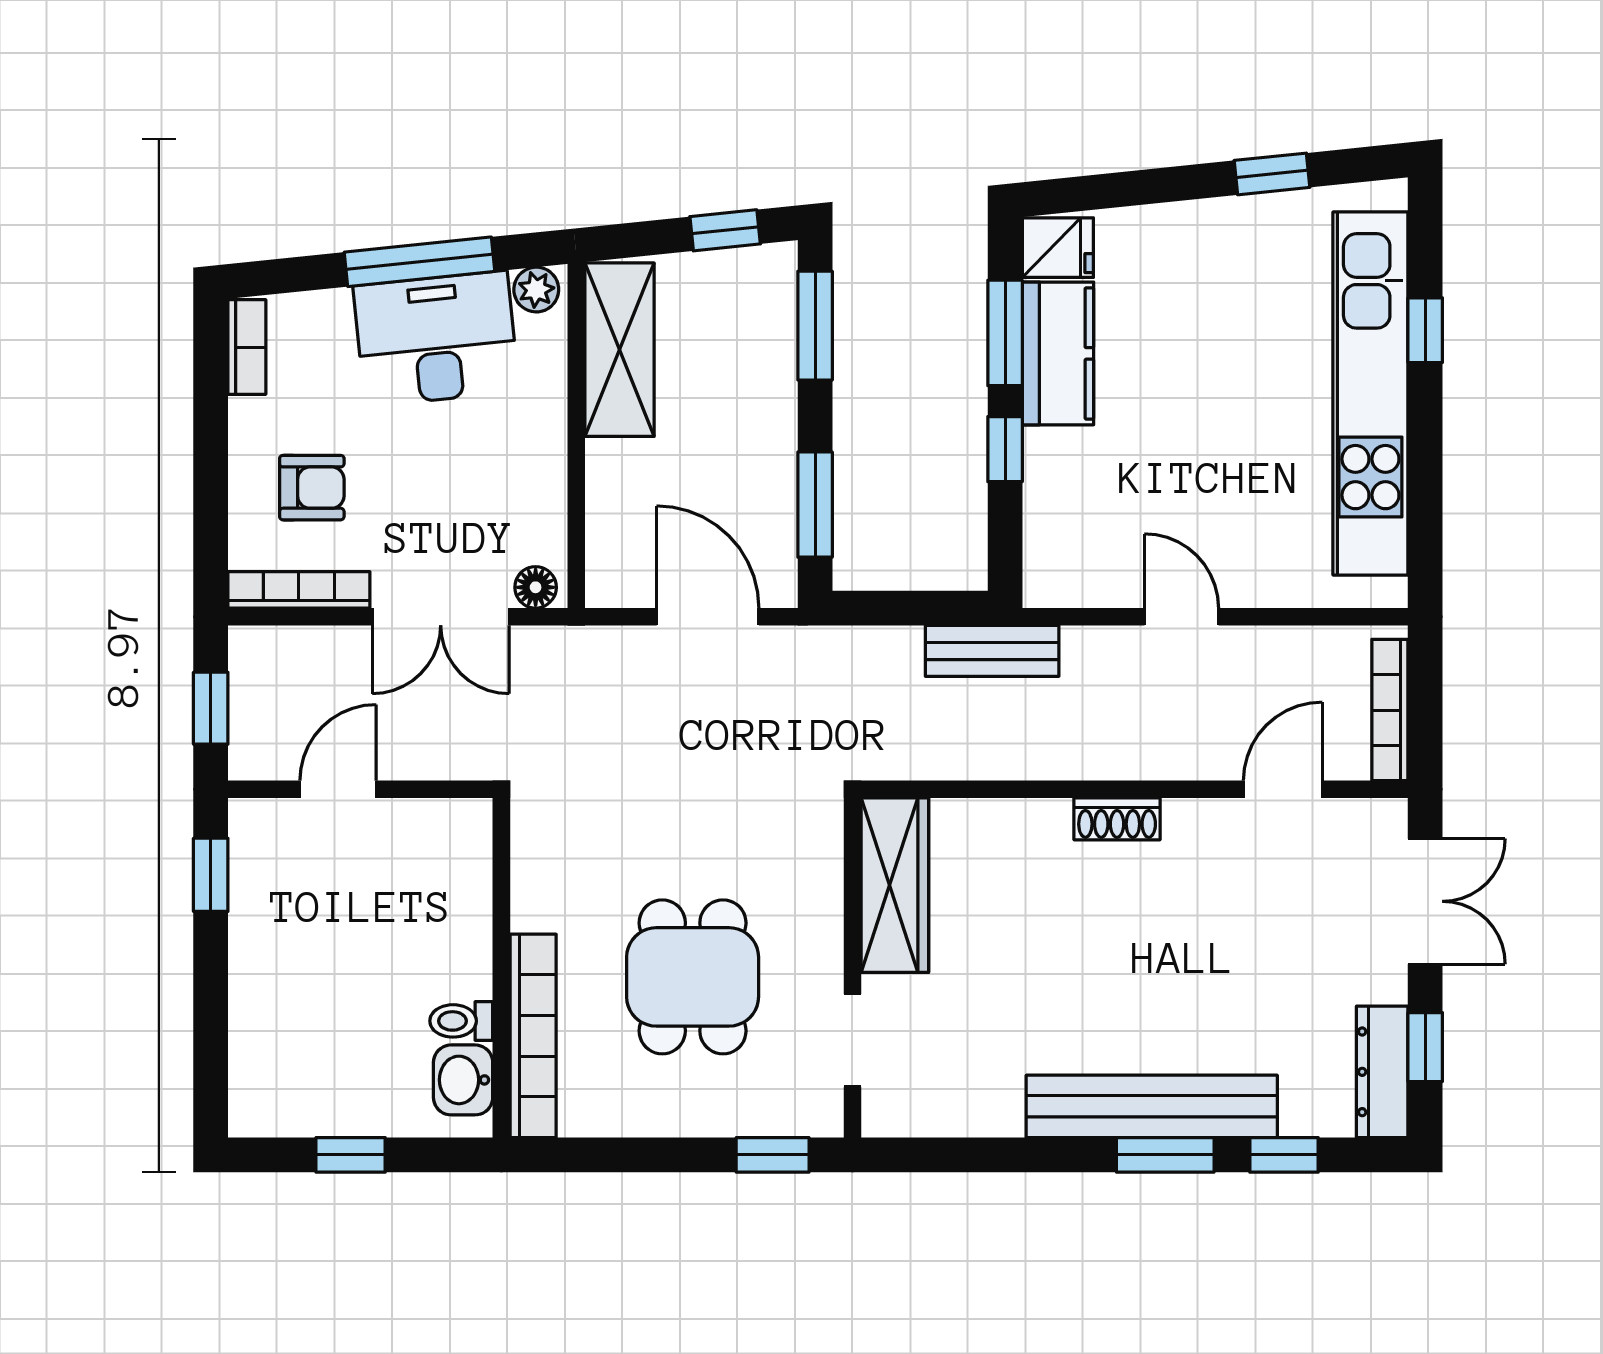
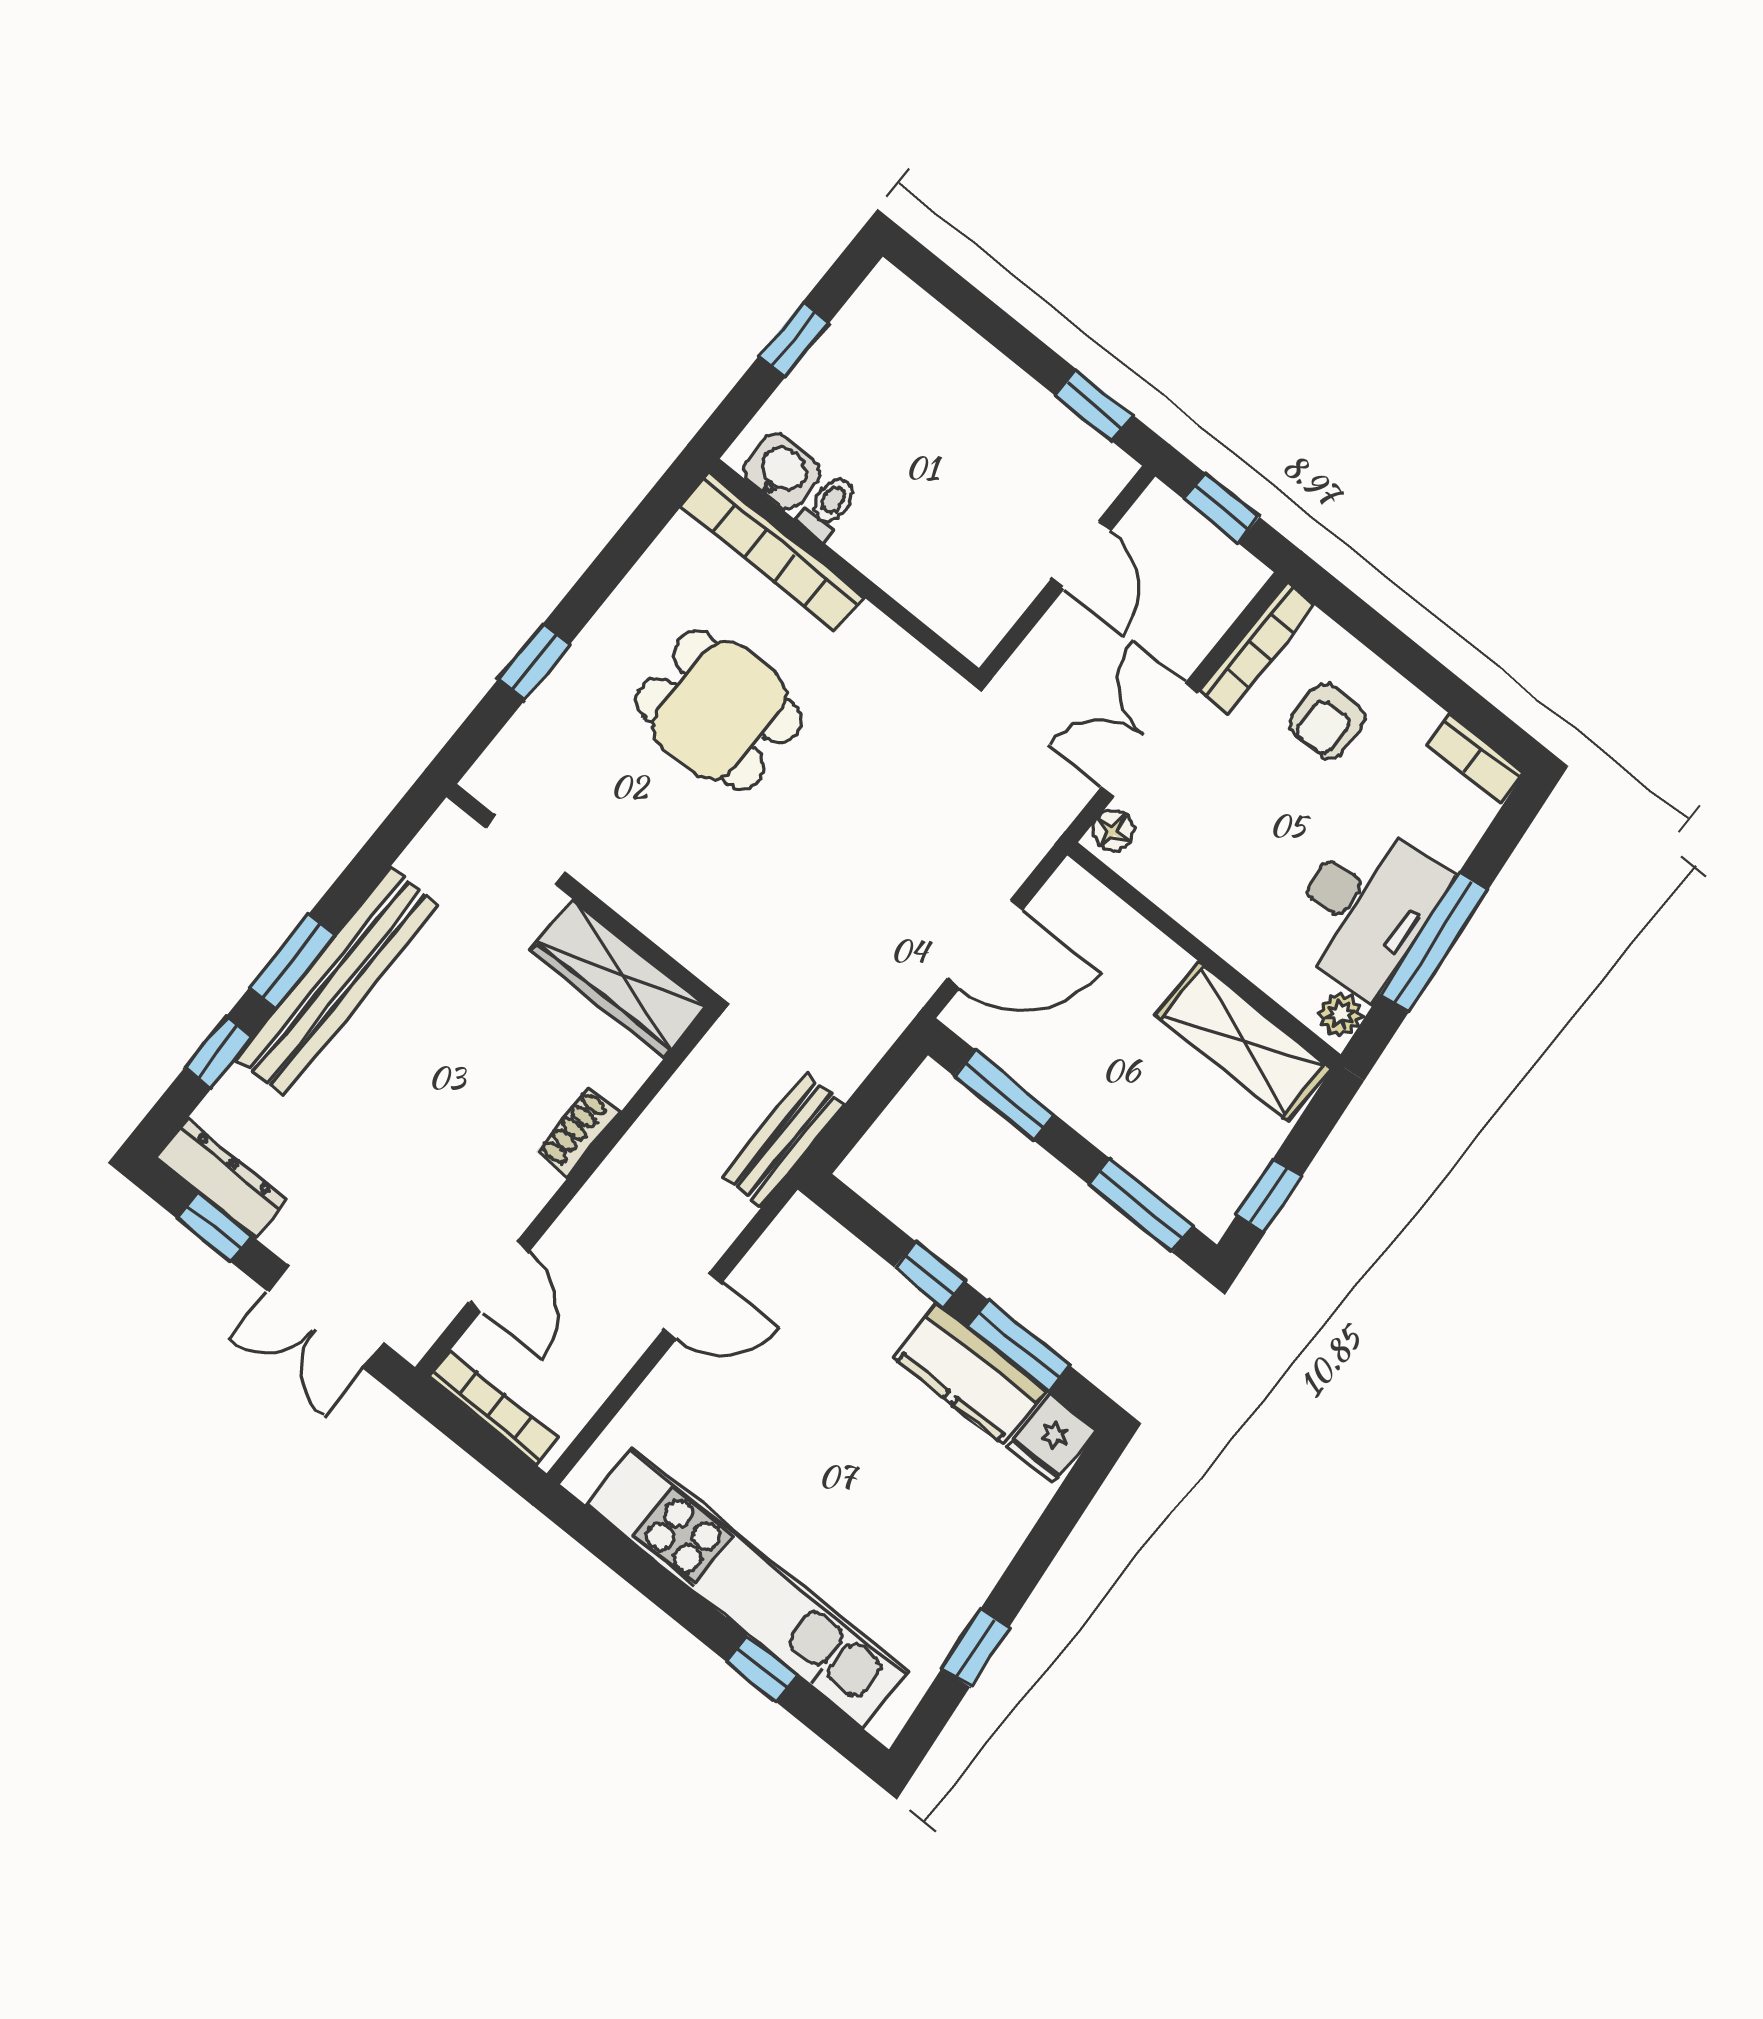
wardrobe: (895, 885) -> (618, 979), moved
wall: (852, 968) -> (581, 895), moved
doorway: (852, 1040) -> (526, 851), moved

